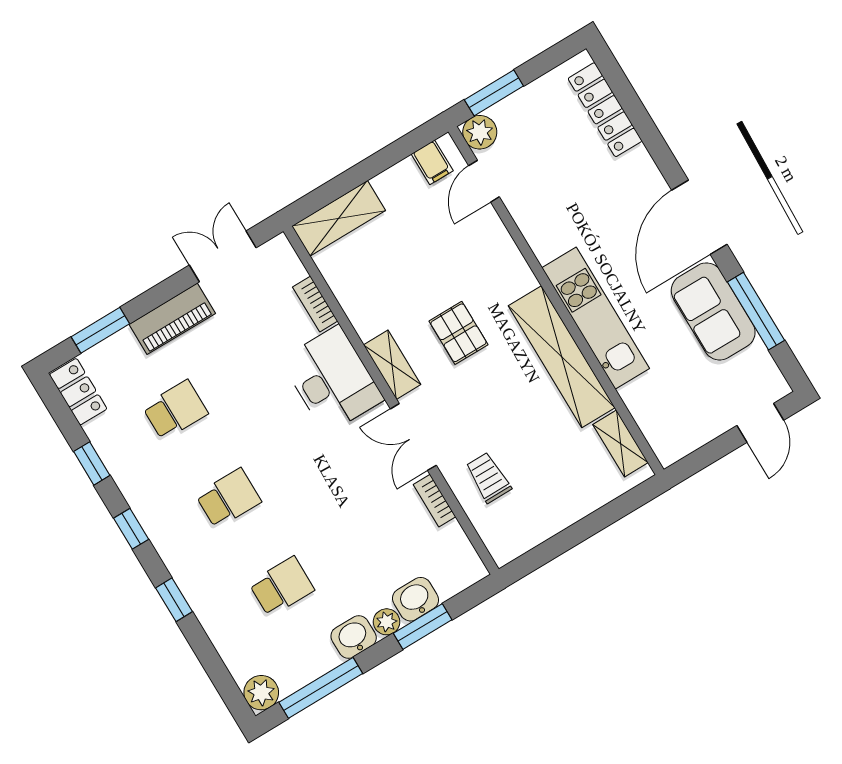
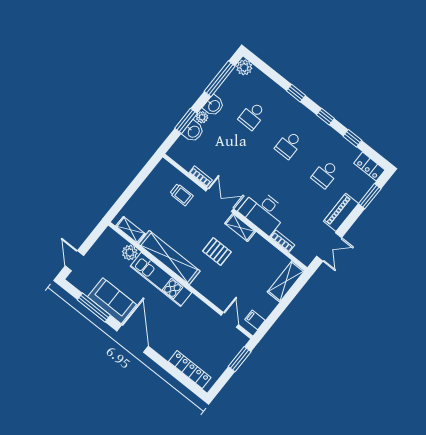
plant: (480, 132) -> (130, 253), moved

